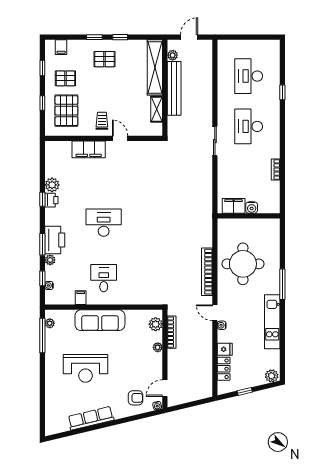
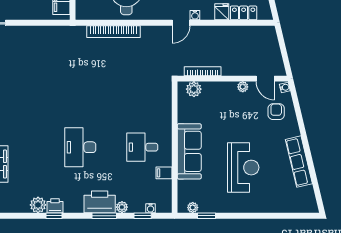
bookcase: (207, 272) -> (113, 32), moved
window: (42, 336) -> (206, 216), width x0.46
plant: (158, 347) -> (243, 87), moved

